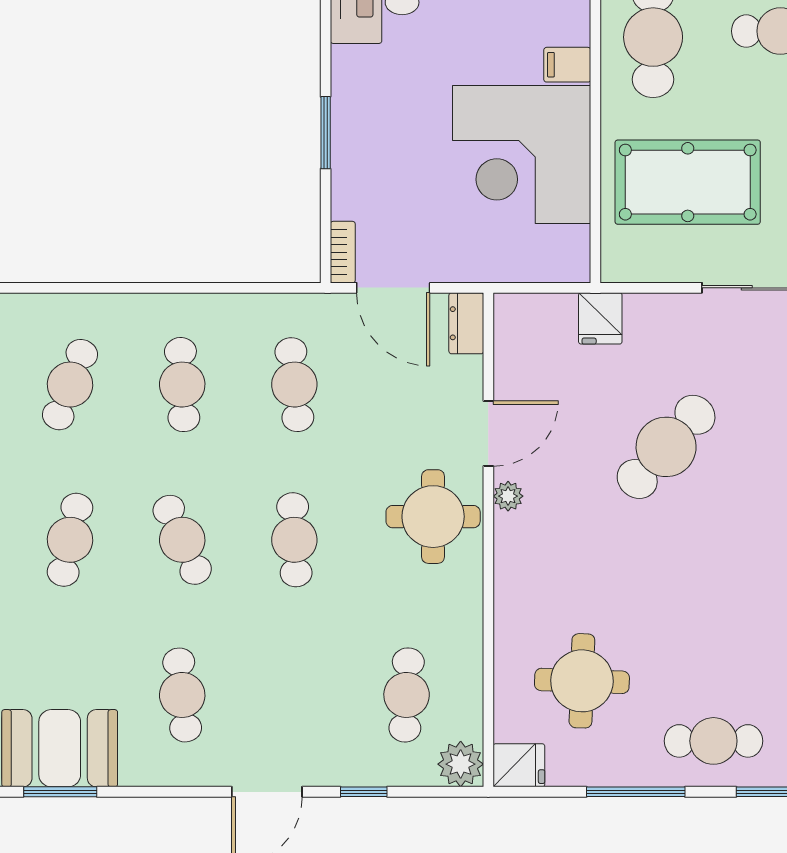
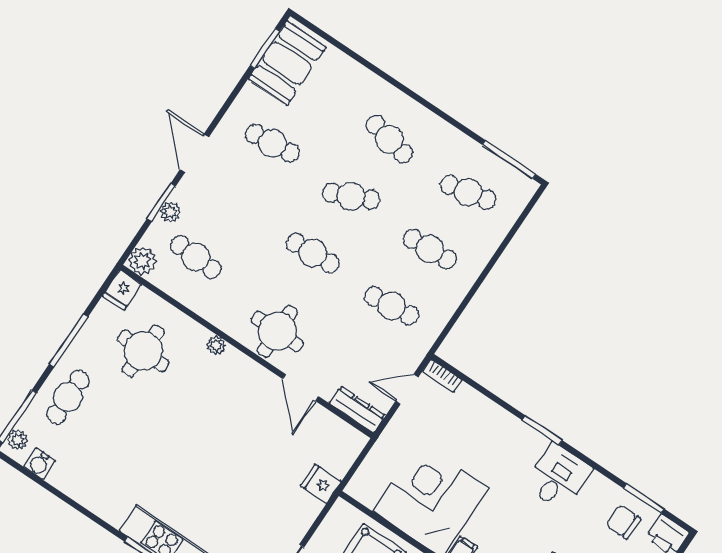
window: (326, 133) -> (542, 430), moved
door: (393, 288) -> (407, 389), width x0.73
dresser: (466, 323) -> (357, 410), width x1.44
cafe table: (70, 385) -> (468, 192), turned -33
cafe table: (666, 447) -> (233, 473), removed
plant: (508, 496) -> (216, 345), moved
plant: (368, 770) -> (171, 212), added
window: (364, 792) -> (161, 202), width x1.50

